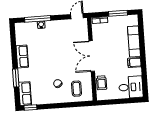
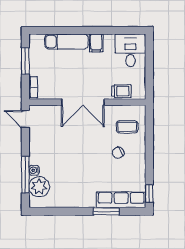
plant: (30, 29) -> (39, 187), added
row of seats: (22, 57) -> (77, 200), removed
row of seats: (25, 94) -> (121, 200), width x1.48

